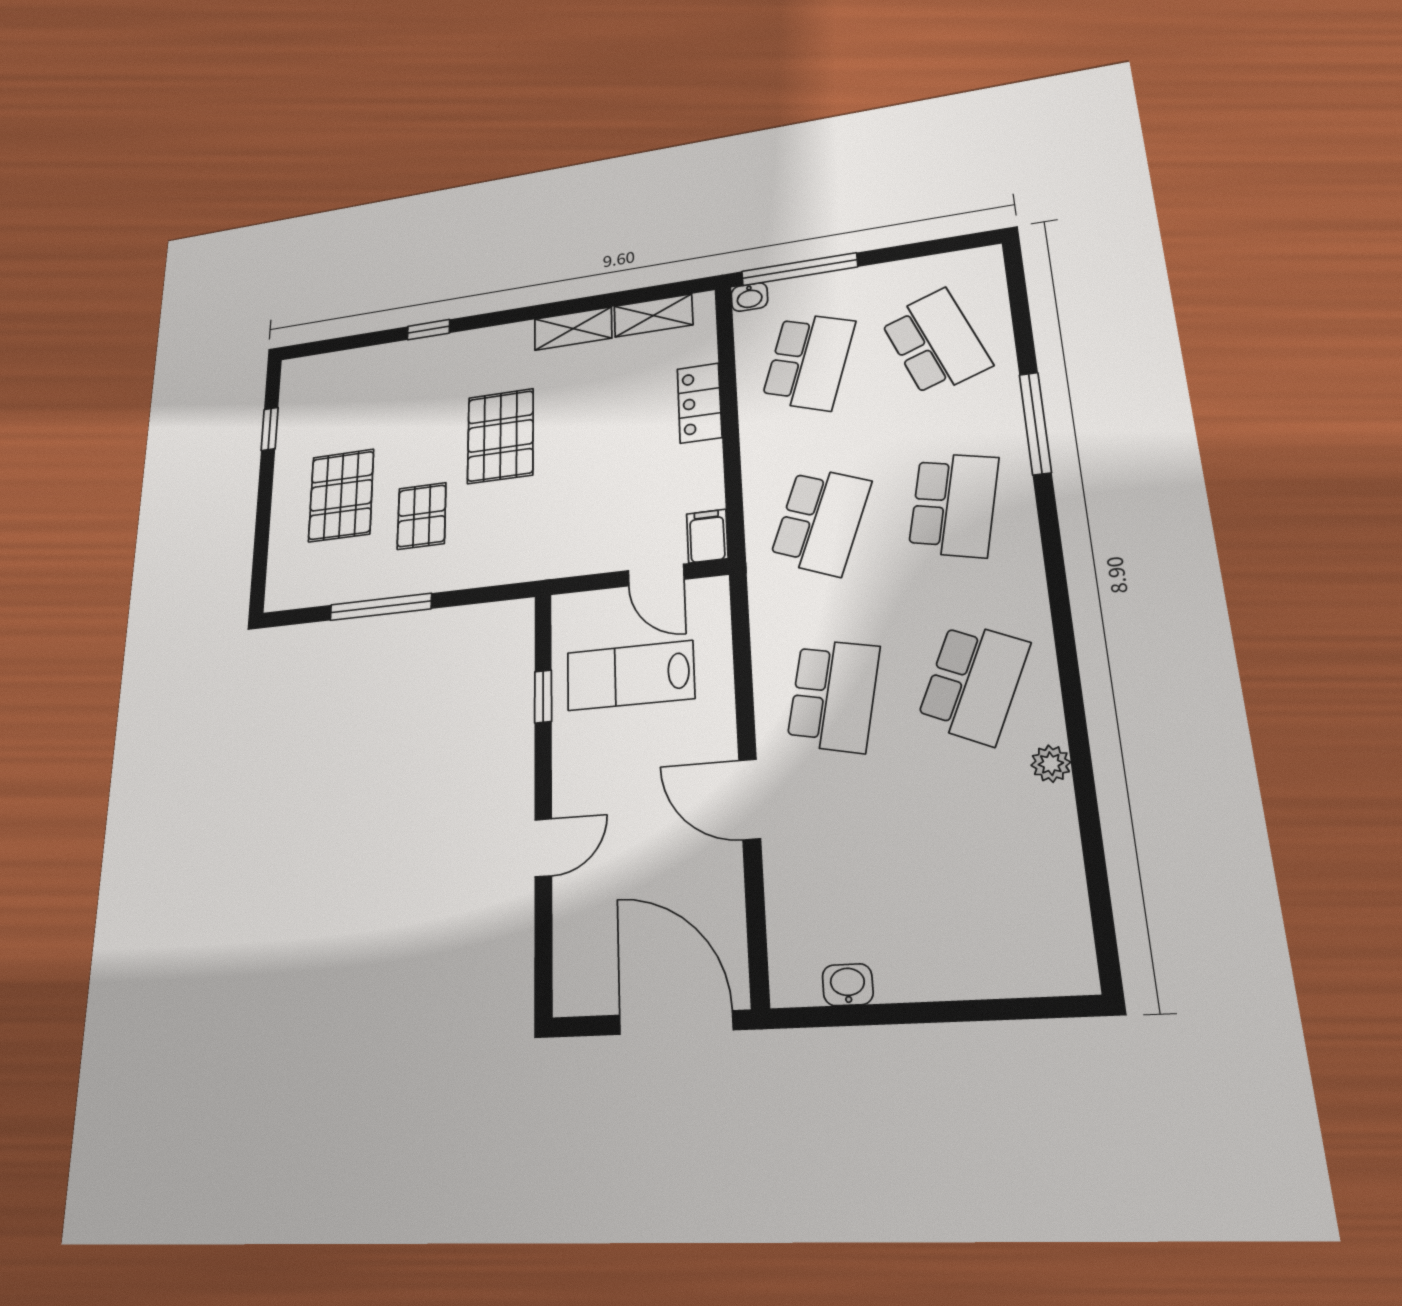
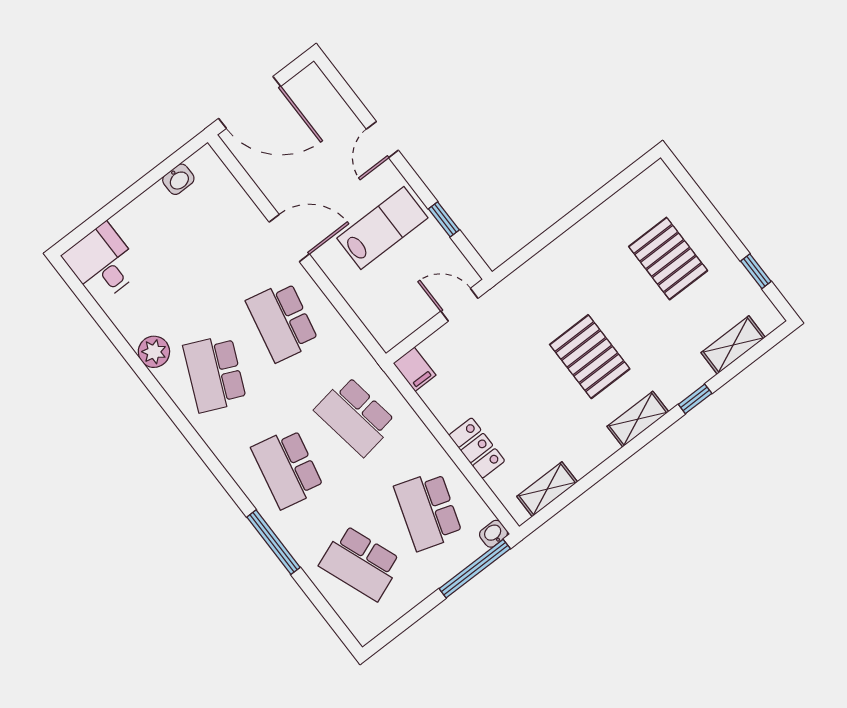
shelving: (573, 329) -> (638, 419), moved
shelving: (350, 365) -> (733, 345), added
pallet: (422, 516) -> (603, 277), removed
school desk: (820, 521) -> (355, 416), turned -30
door: (656, 575) -> (459, 305), moved
window: (381, 607) -> (585, 208), removed
lab bench: (630, 676) -> (382, 228), moved
plant: (1051, 764) -> (154, 352), width x1.38, depth x1.38
desk: (1041, 940) -> (102, 263), added

